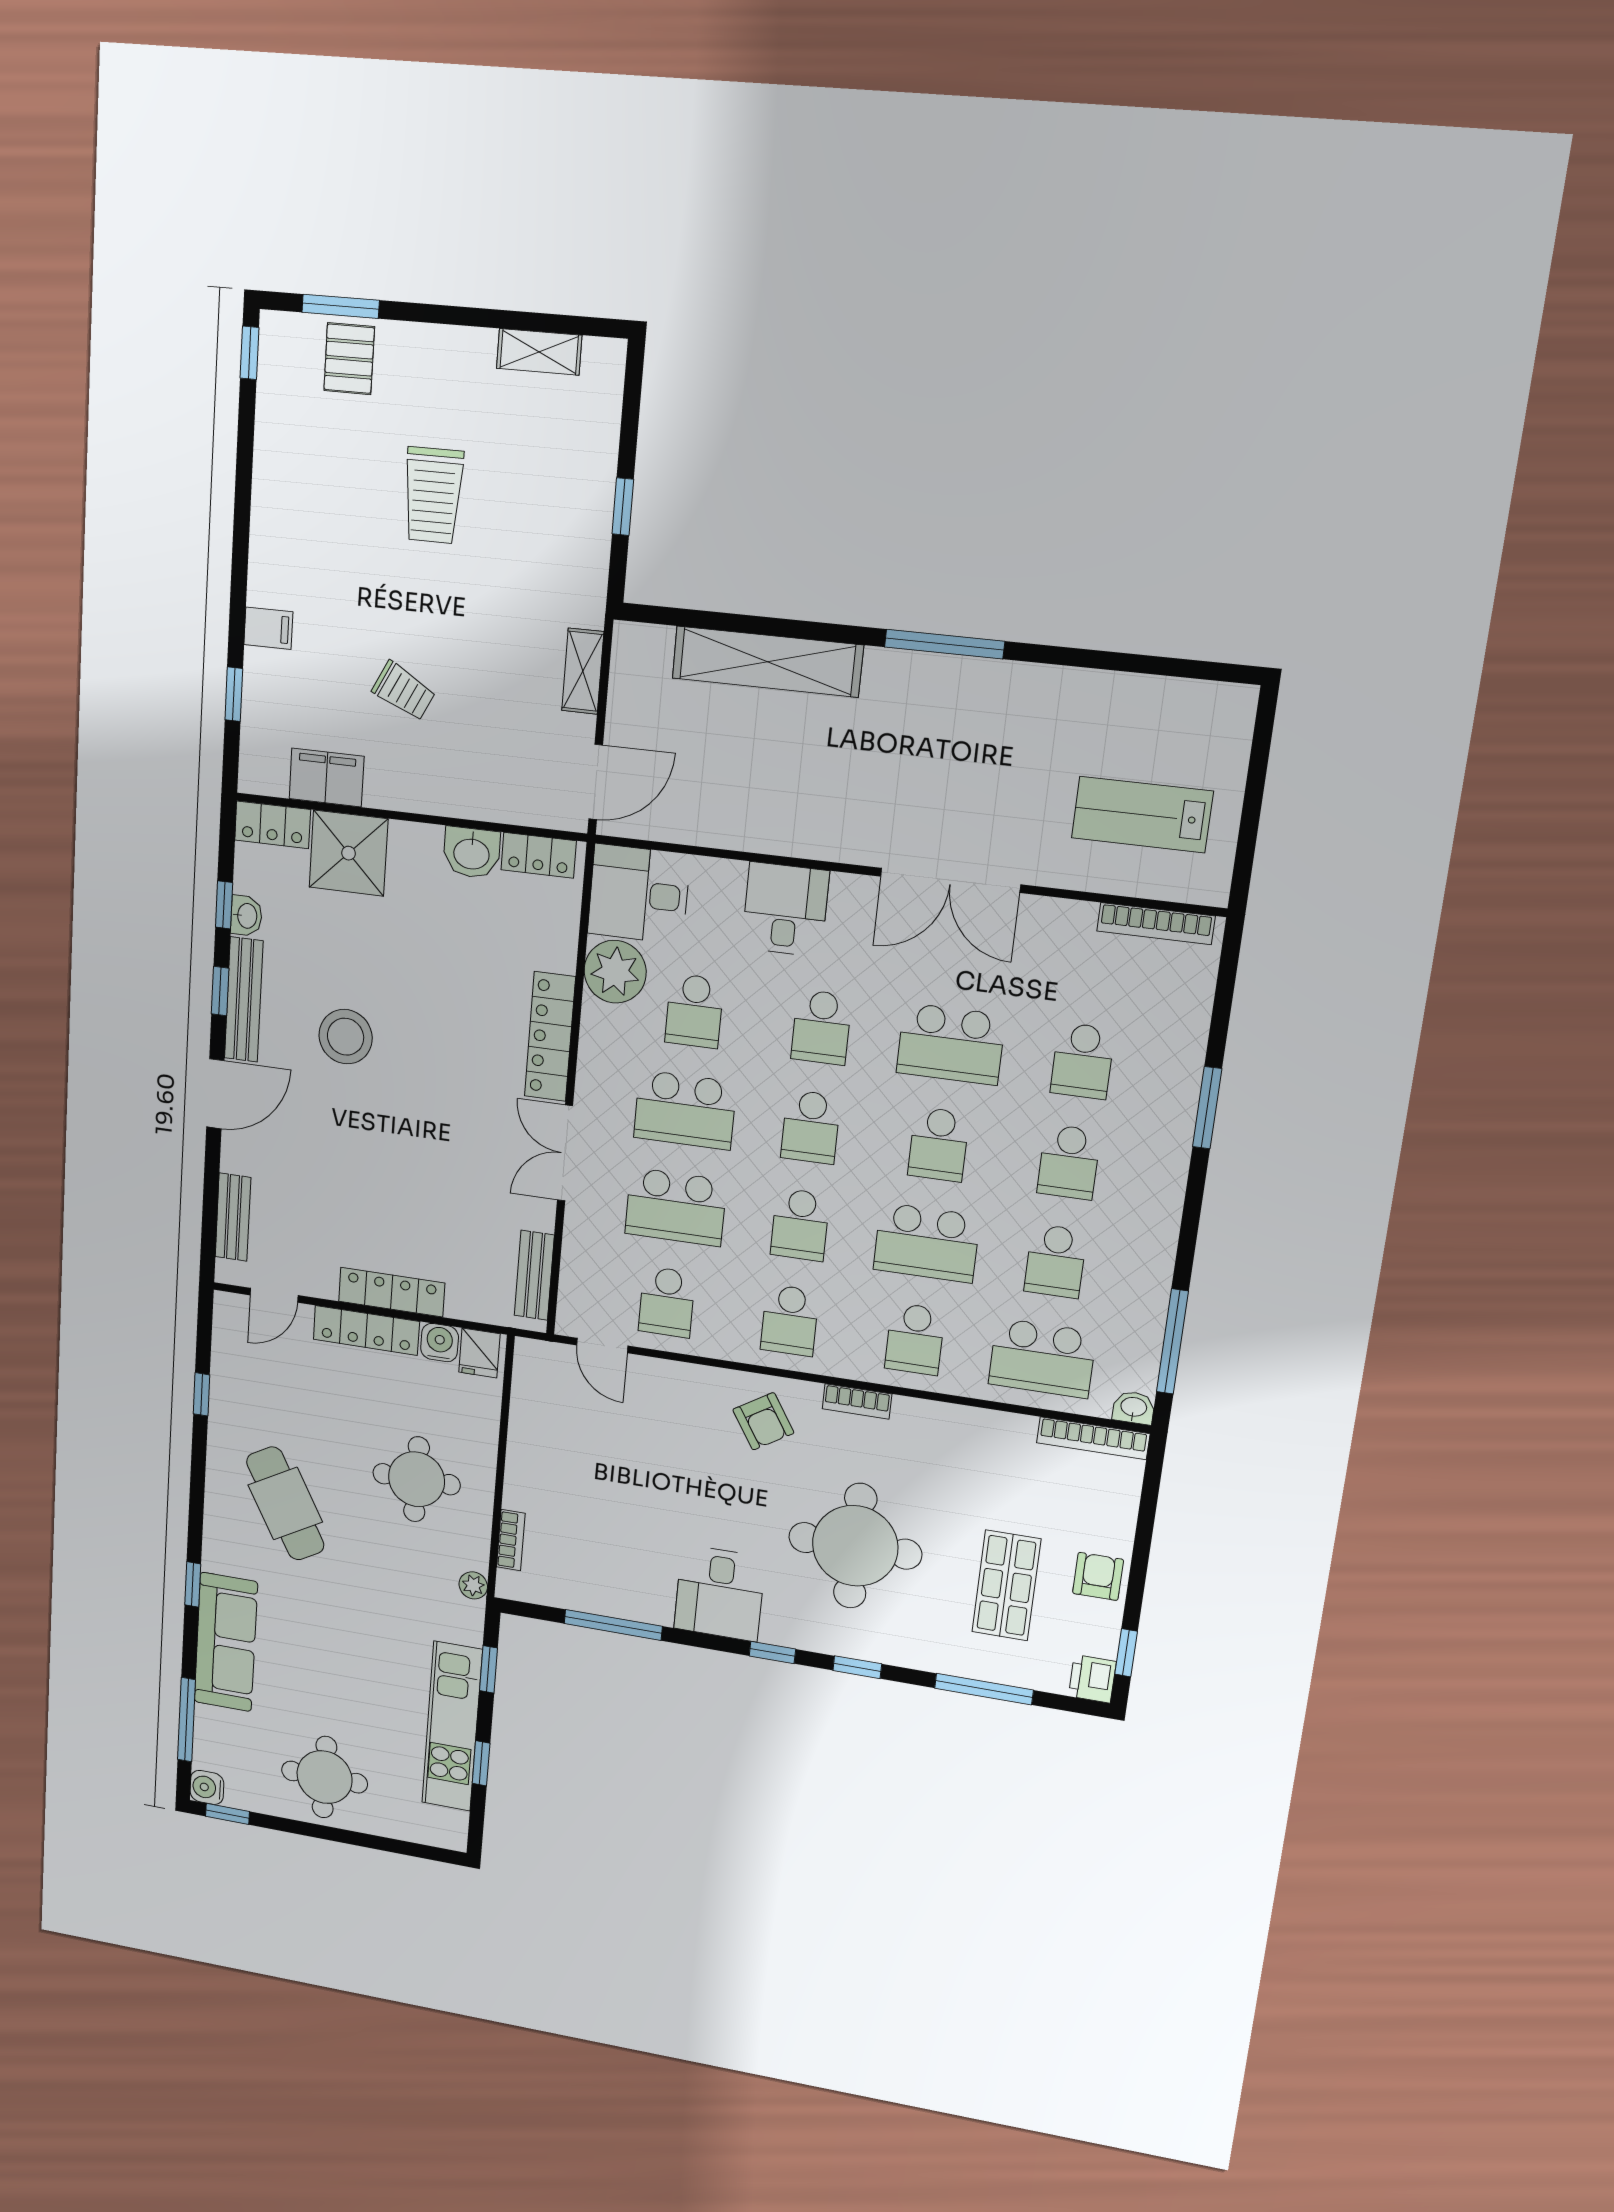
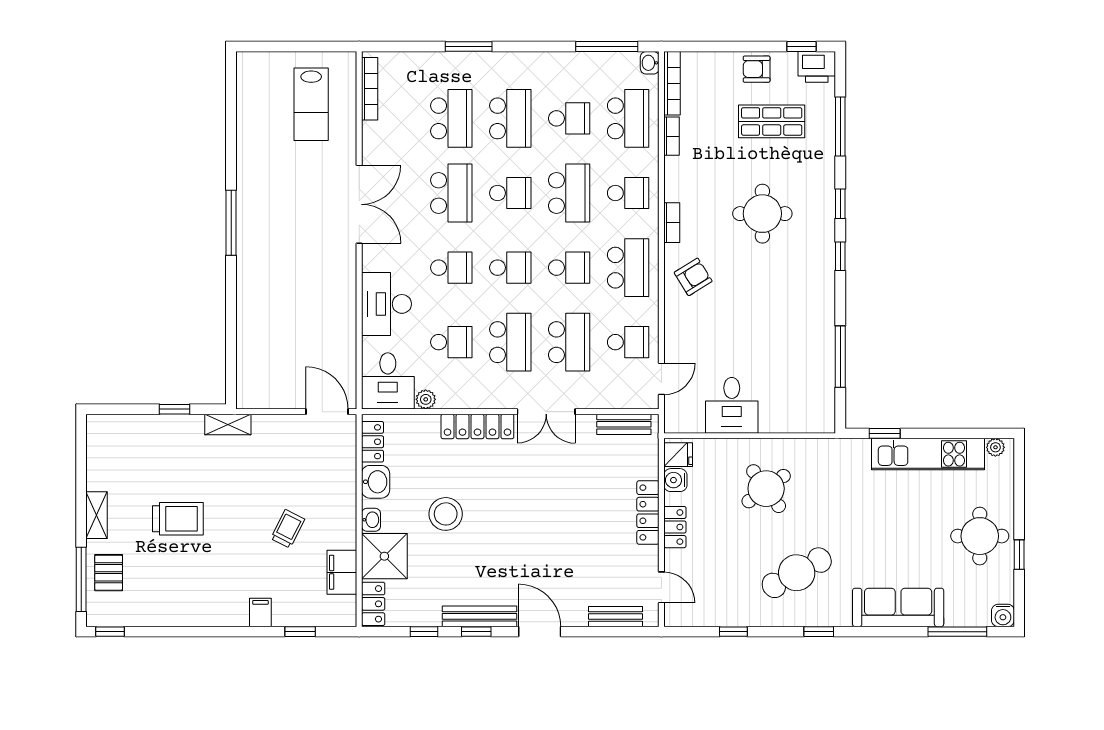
window: (341, 306) -> (81, 579), width x1.44
shelving: (539, 352) -> (97, 515), moved
pallet: (349, 359) -> (109, 573), turned 90
shelving: (767, 662) -> (250, 320), removed
shelving: (583, 671) -> (228, 424), moved
desk: (785, 909) -> (386, 304), width x1.37
washbasin: (246, 916) -> (371, 520), moved, turned 90
plant: (615, 972) -> (426, 399), width x0.53, depth x0.53
stool: (346, 1037) -> (446, 514), moved
school desk: (1082, 1061) -> (451, 118), width x1.85
school desk: (1069, 1162) -> (510, 118), width x1.85
school desk: (790, 1320) -> (628, 268), width x1.85
locker: (366, 1330) -> (675, 527), width x0.66
round table: (417, 1479) -> (766, 489), turned -36
bookcase: (511, 1540) -> (671, 136), moved, turned 90
round table: (855, 1546) -> (762, 214), width x0.73, depth x0.73
window: (193, 1584) -> (819, 632), moved
plant: (473, 1585) -> (995, 447), moved
desk: (720, 1593) -> (732, 405), moved, turned 90
printer: (1092, 1679) -> (817, 67), width x1.36, depth x1.24
window: (481, 1763) -> (950, 433), removed
window: (227, 1814) -> (1019, 555), moved

